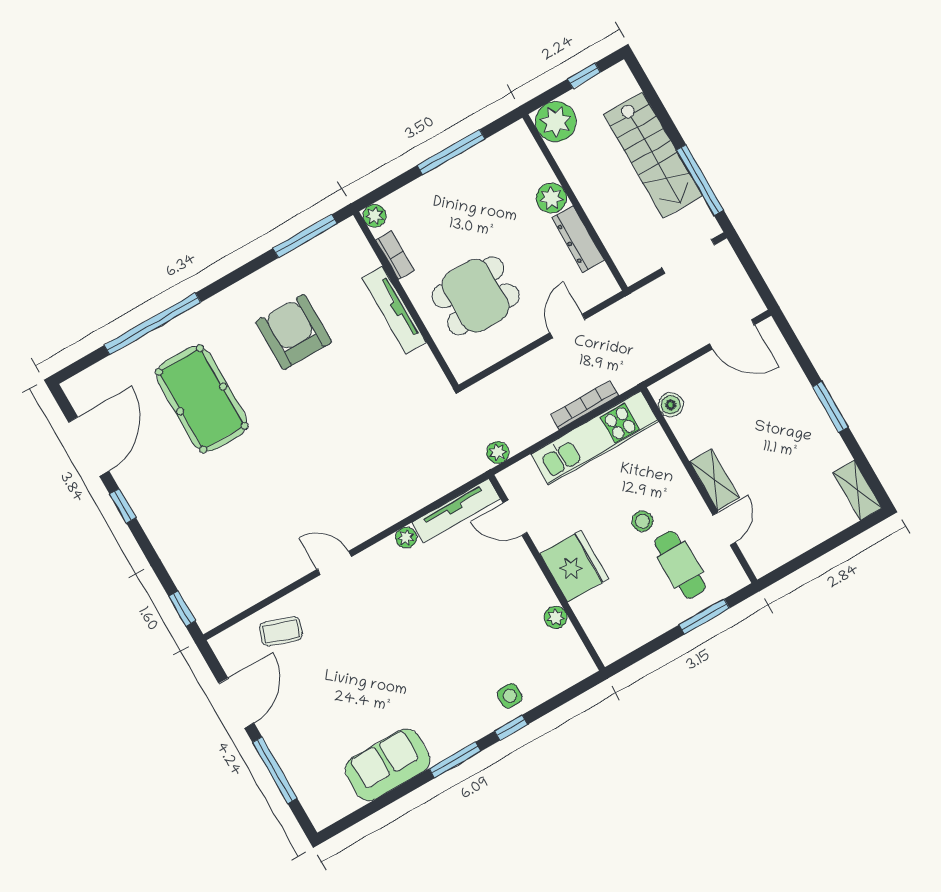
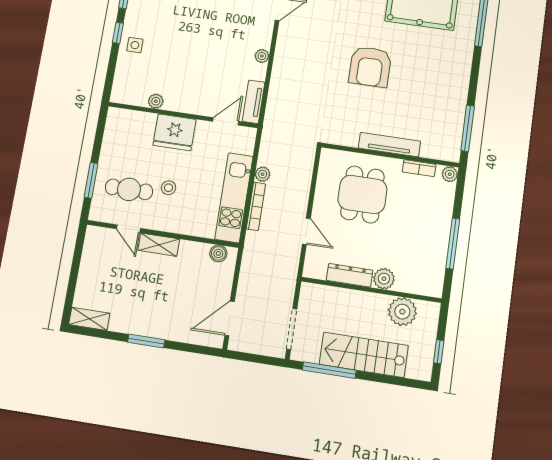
plant: (556, 122) -> (402, 312), moved
armchair: (294, 332) -> (370, 67), moved, turned 90
plant: (498, 452) -> (263, 174), moved
tv unit: (456, 511) -> (253, 102), width x0.71

